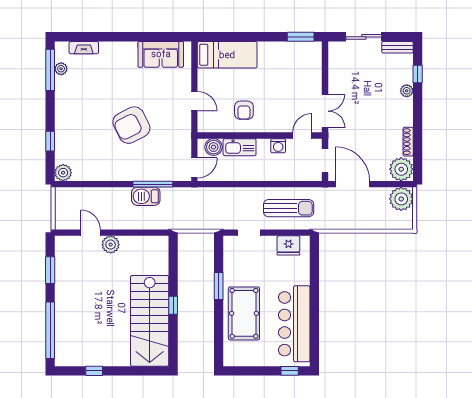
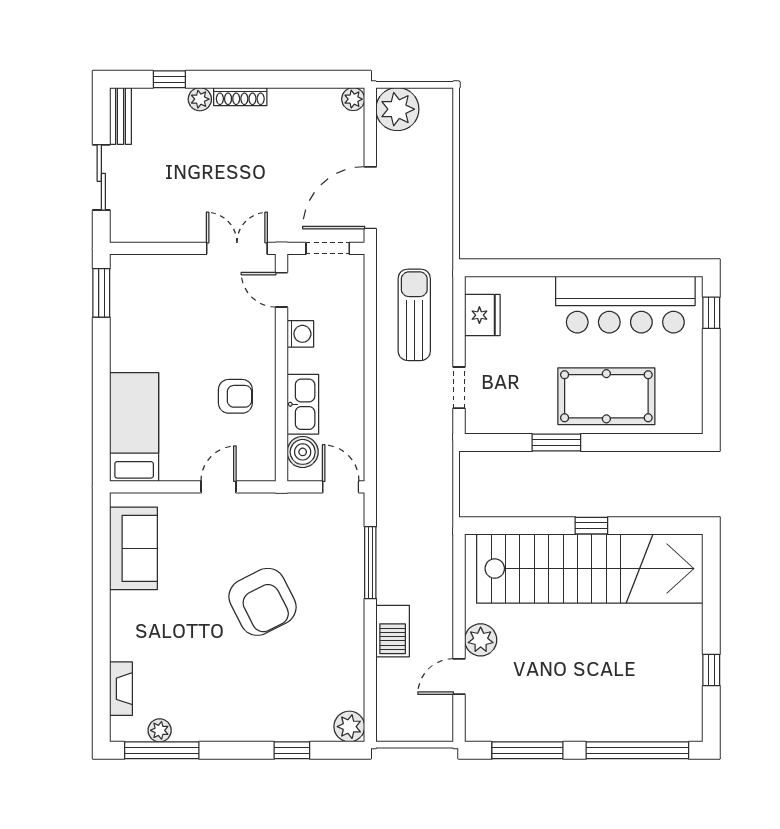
shoe rack: (408, 142) -> (240, 97), moved
plant: (401, 169) -> (353, 99), width x0.53, depth x0.53
barbecue: (146, 196) -> (393, 631), moved
window: (50, 270) -> (527, 750), width x1.44
stairs: (150, 321) -> (590, 569), width x1.36

